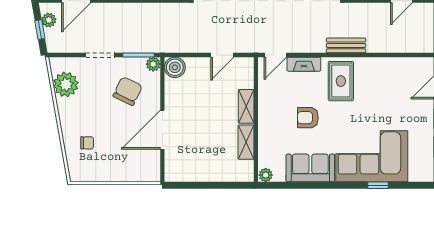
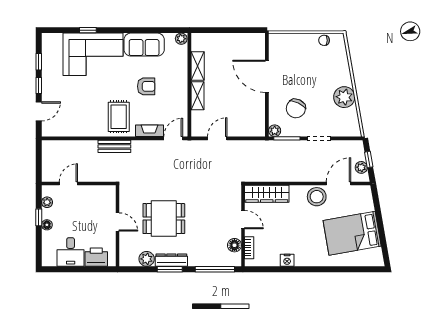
boiler: (175, 67) -> (257, 128), removed
plant: (66, 84) -> (344, 97), moved
door: (162, 130) -> (267, 76), swing flipped
chair: (87, 143) -> (324, 40), moved

